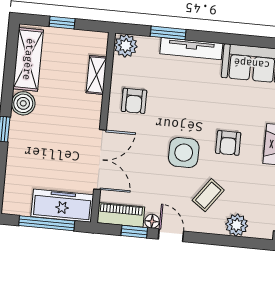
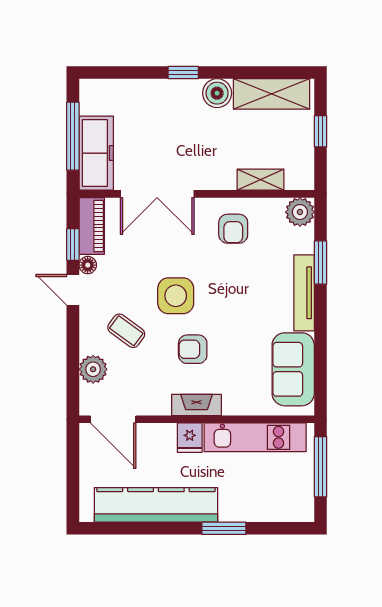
armchair: (134, 101) -> (233, 229), turned -90
door: (171, 235) -> (73, 290), swing flipped

